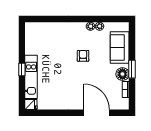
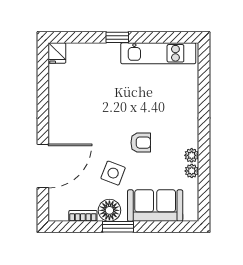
side table: (101, 72) -> (113, 173), added
kitchen unit: (31, 77) -> (158, 53), moved

